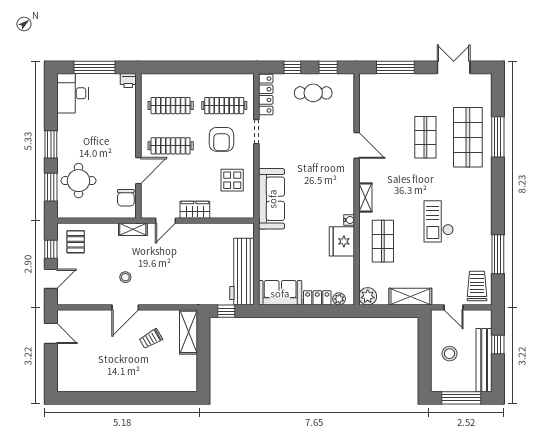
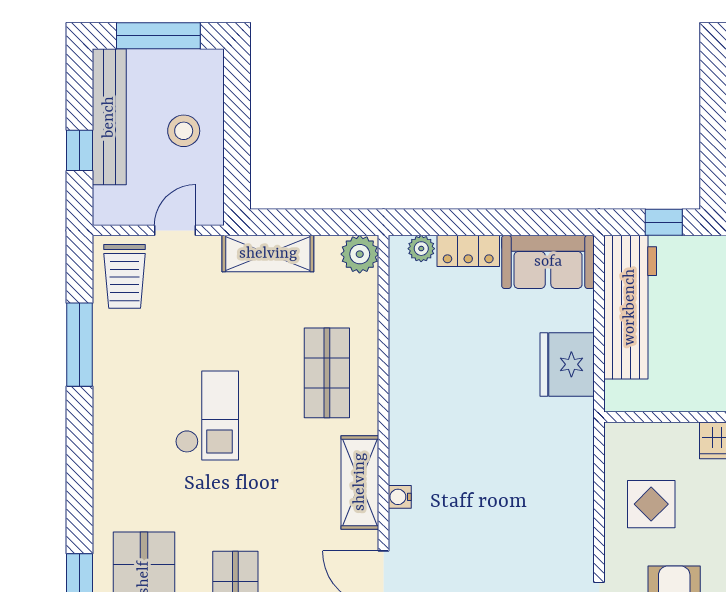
shelving: (365, 197) -> (360, 482), width x1.50, depth x1.33
sofa: (272, 199) -> (567, 464), removed
water cooler: (349, 220) -> (400, 497), moved
fridge: (342, 241) -> (567, 364), moved, turned 180
door: (454, 307) -> (175, 230), hinge flipped

